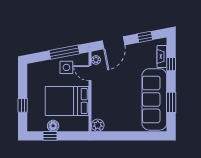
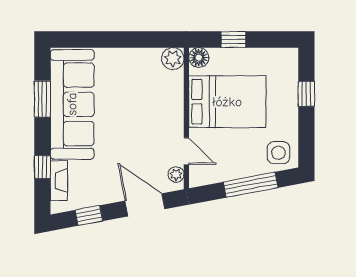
door: (113, 43) -> (145, 205), hinge flipped
window: (64, 52) -> (251, 185), moved
side table: (66, 67) -> (278, 153), moved
floor lamp: (53, 126) -> (199, 58), moved
window: (50, 136) -> (233, 40), moved

